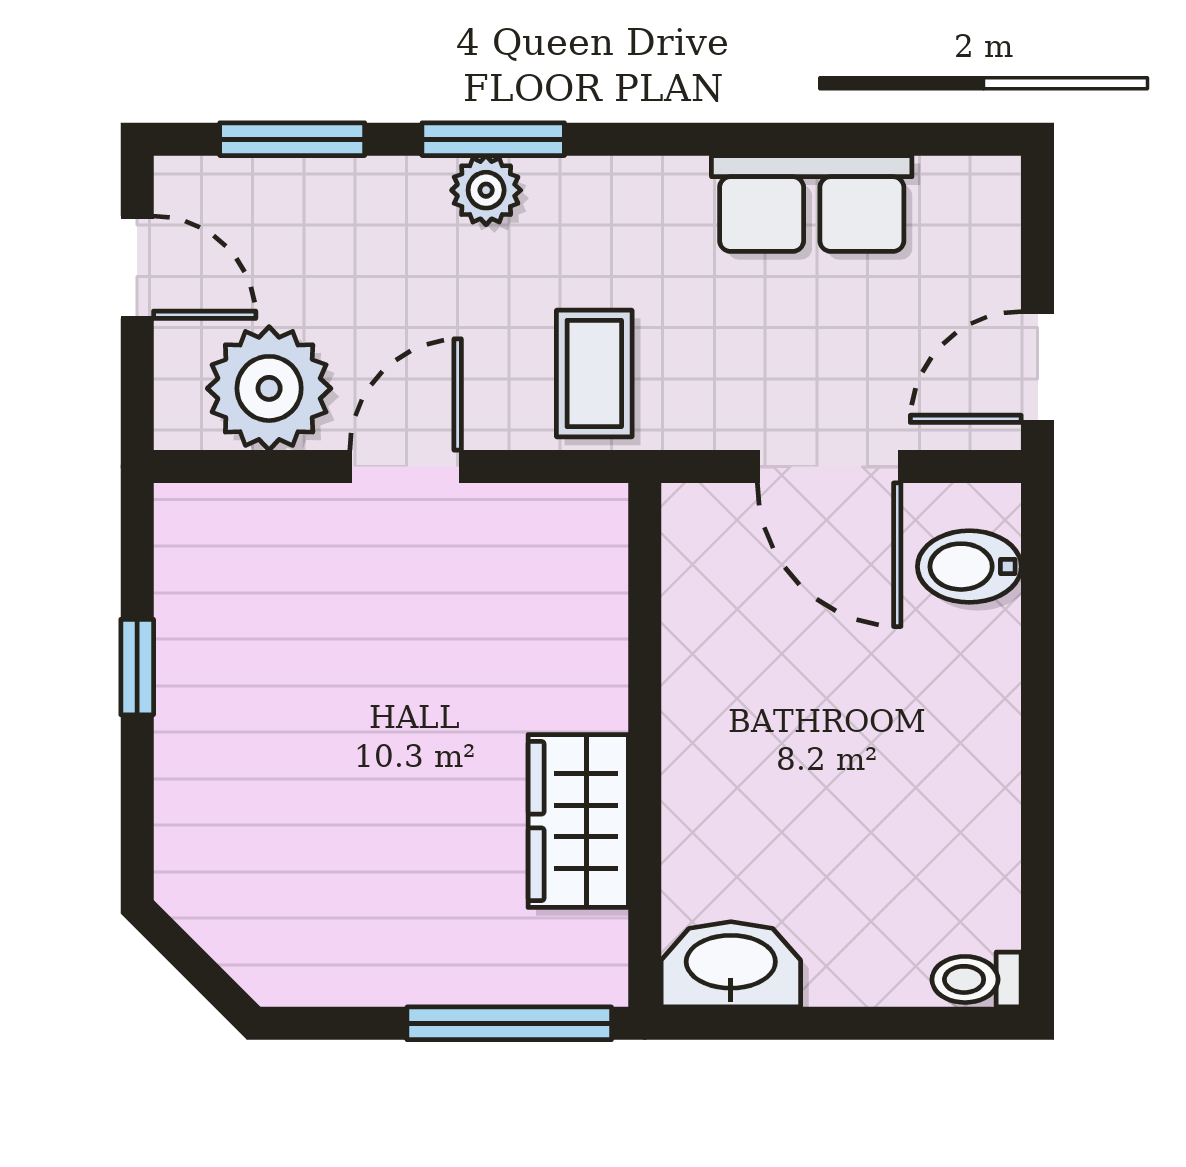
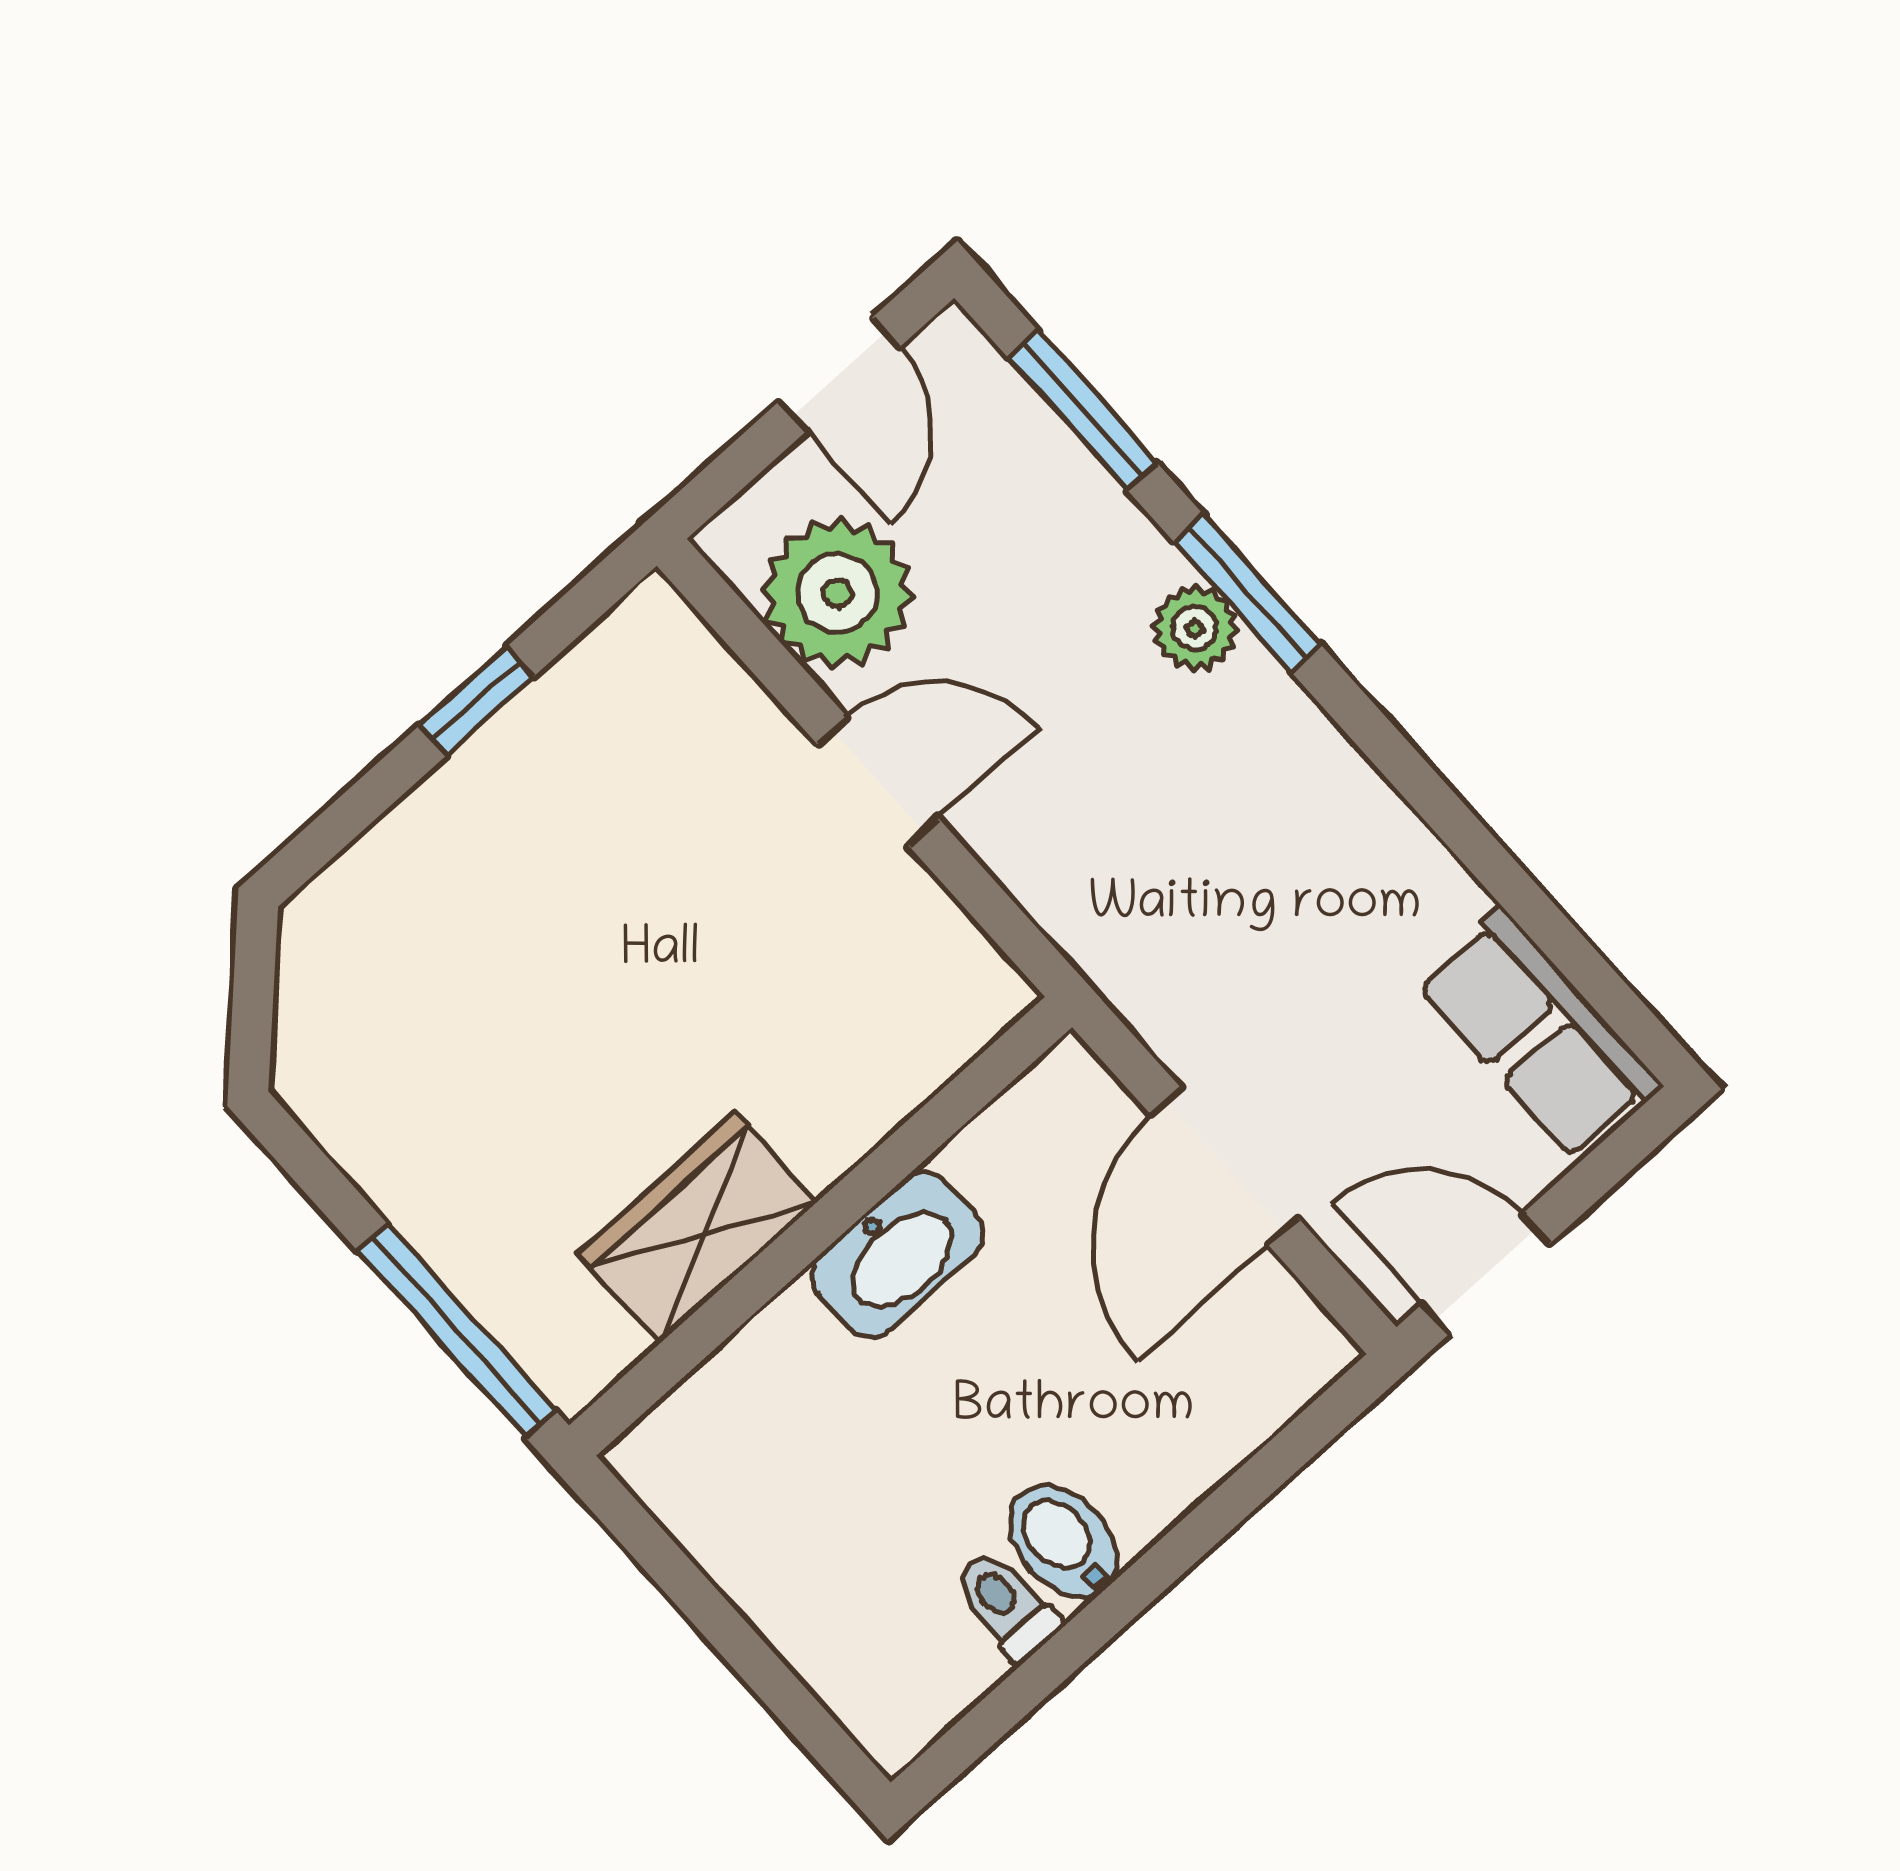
row of seats: (812, 203) -> (1539, 1034), moved
coffee table: (594, 374) -> (1117, 877), removed
bidet: (969, 567) -> (1064, 1542), moved
washbasin: (731, 964) -> (897, 1254), moved, turned 90
toilet: (977, 979) -> (1006, 1605), moved

